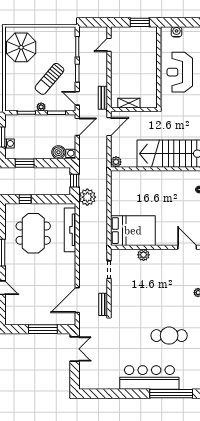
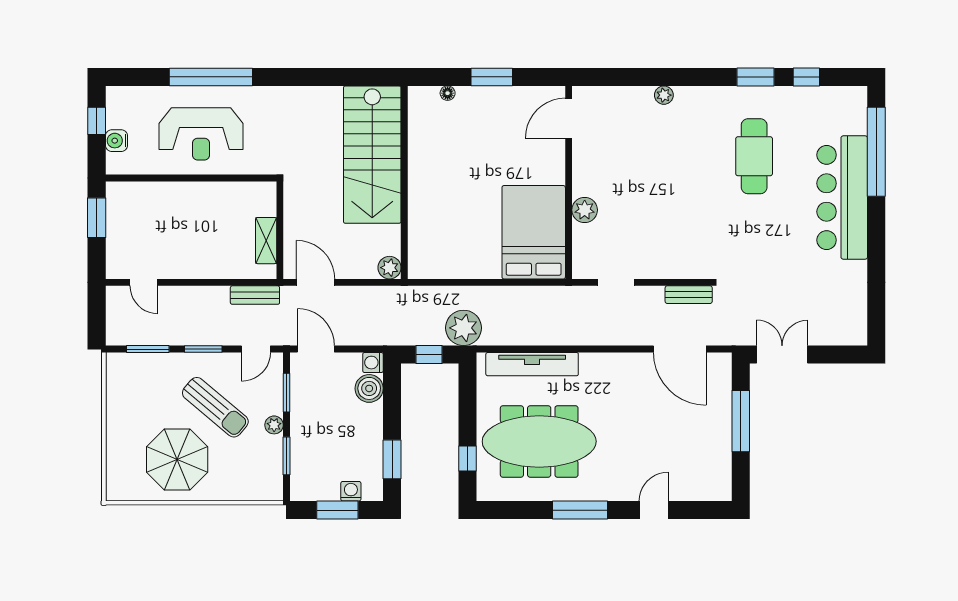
window: (186, 22) -> (97, 121), added
parasol: (21, 47) -> (177, 460), moved
meeting table: (33, 233) -> (539, 441), width x1.36

